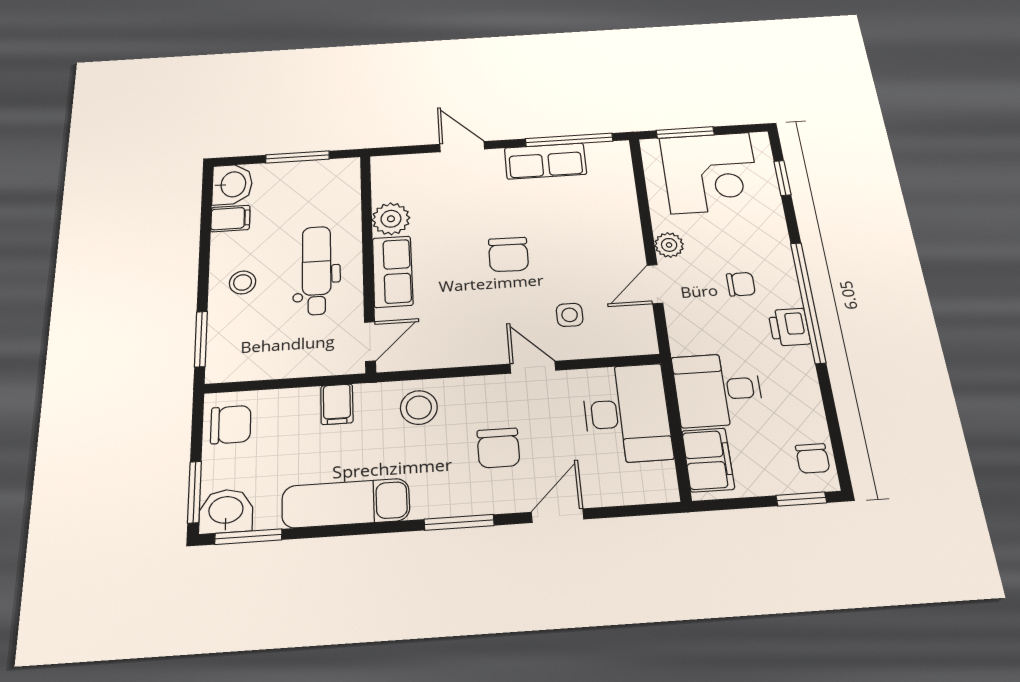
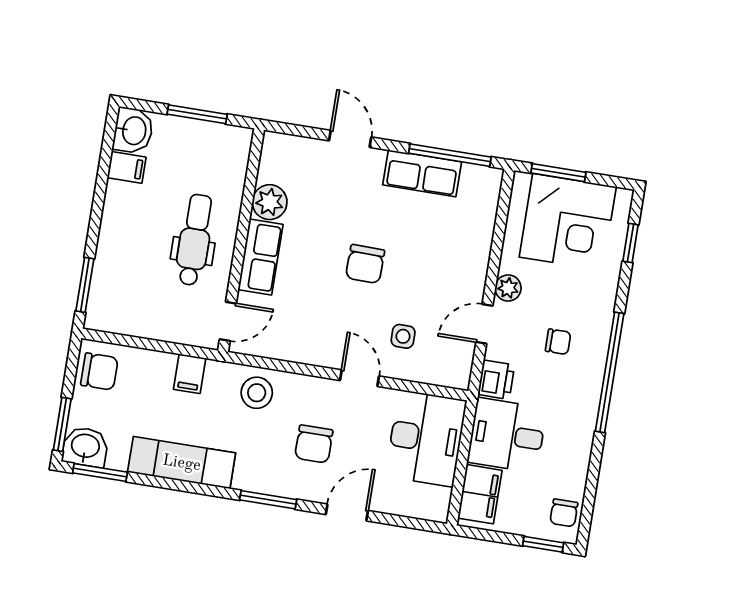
stool: (243, 282) -> (128, 237), removed
printer: (789, 327) -> (496, 380), moved, turned 180

